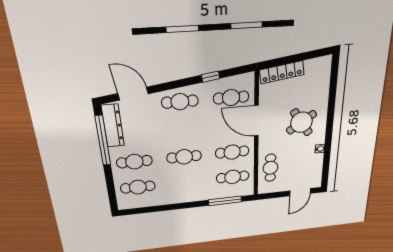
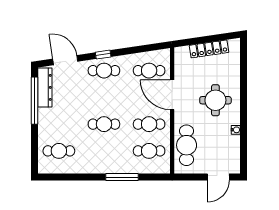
locker: (282, 72) -> (209, 49), moved
window: (211, 77) -> (103, 55), moved
round table: (301, 122) -> (215, 100), turned 34
cafe table: (134, 162) -> (59, 124), removed
cafe table: (270, 168) -> (187, 145), width x1.37, depth x1.35
window: (225, 201) -> (122, 177), moved

